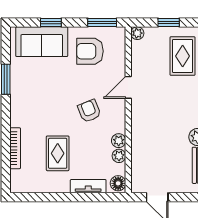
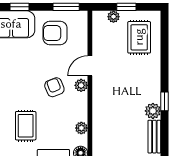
plant: (137, 33) -> (113, 17), moved
plant: (119, 141) -> (81, 85), moved

